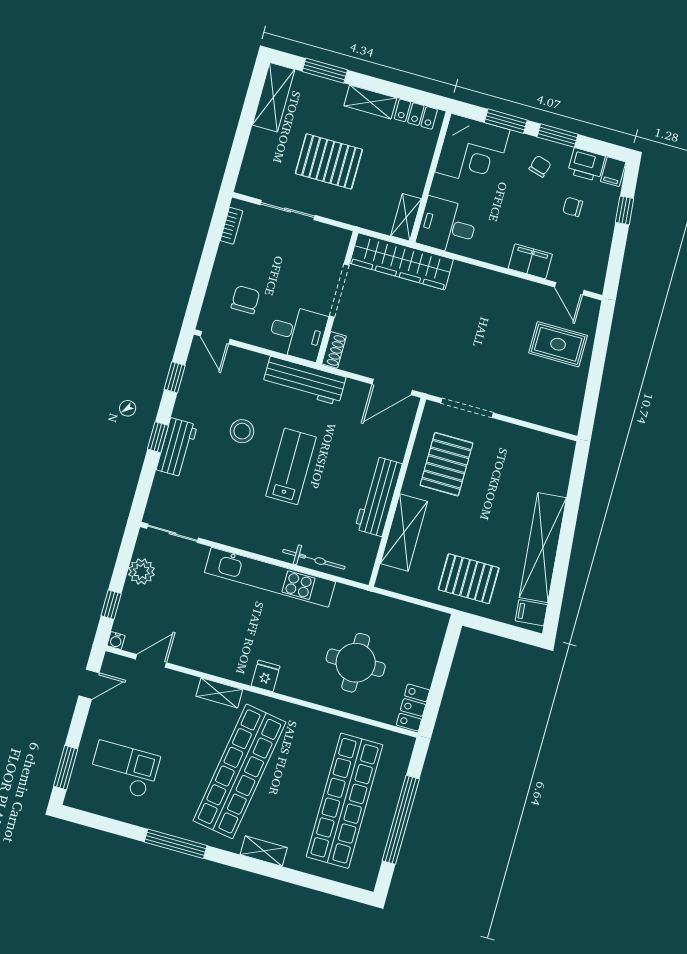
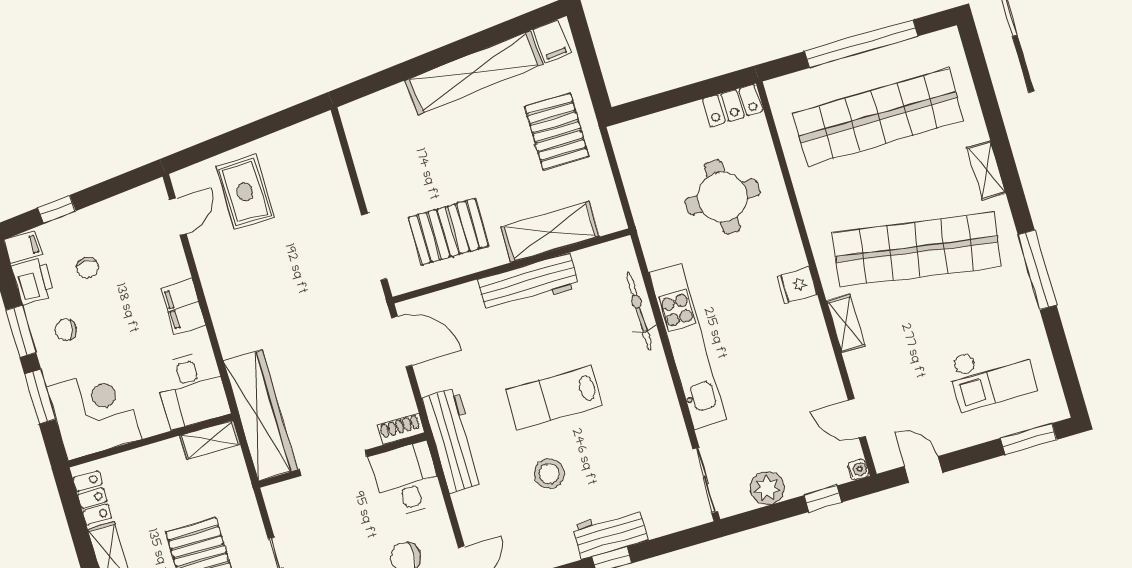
filing cabinet: (530, 261) -> (183, 307), moved
checkout: (124, 769) -> (992, 375), turned -90

